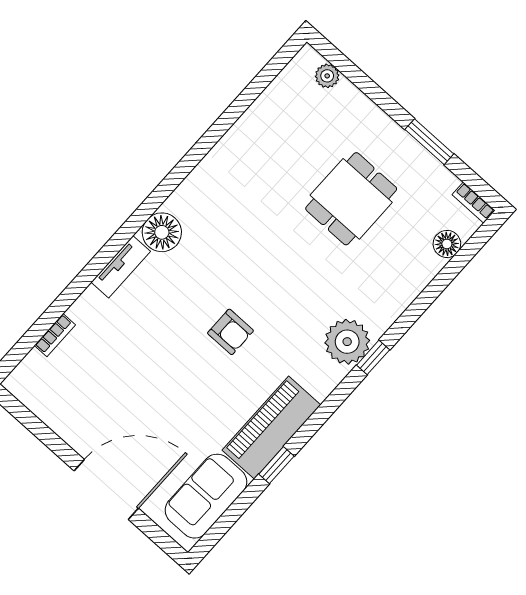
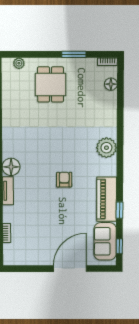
dining table: (351, 199) -> (51, 84), moved
armchair: (230, 332) -> (64, 180), turned -90
window: (373, 357) -> (119, 246), moved

